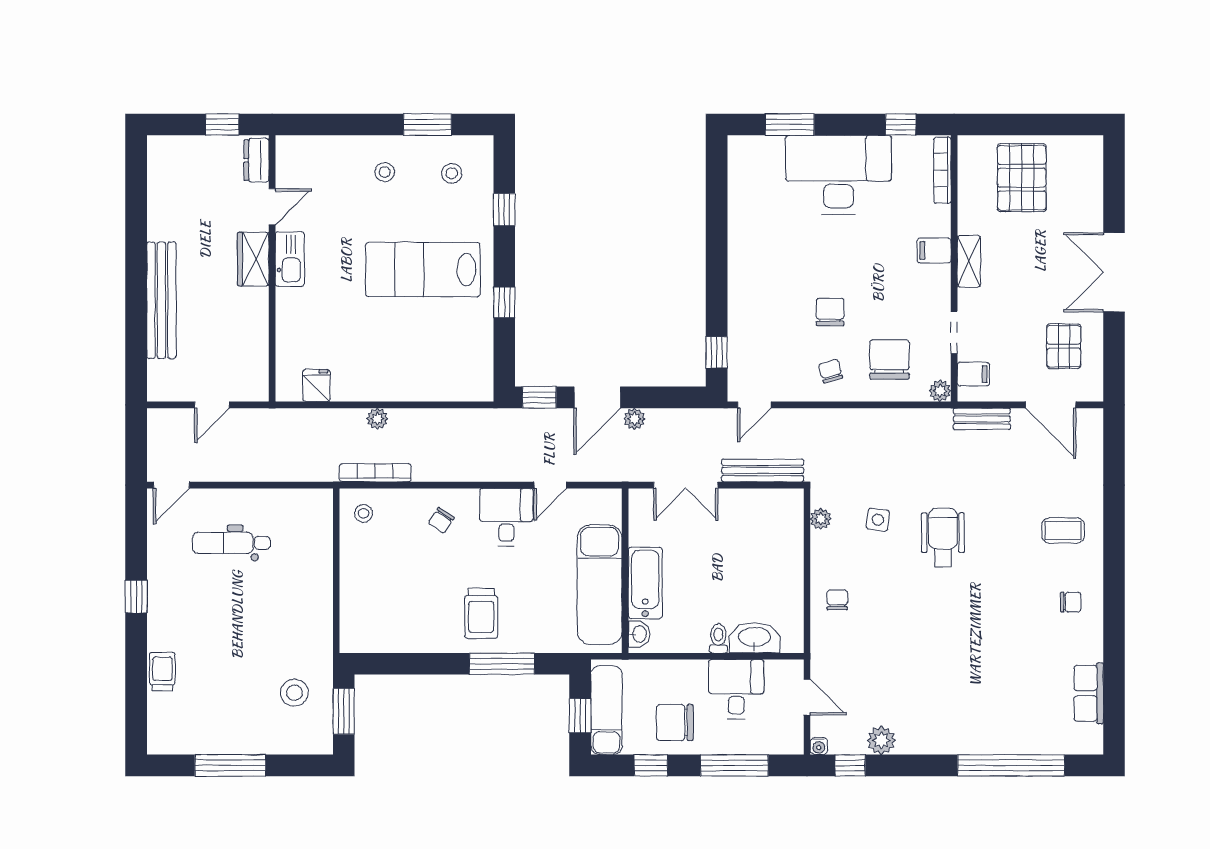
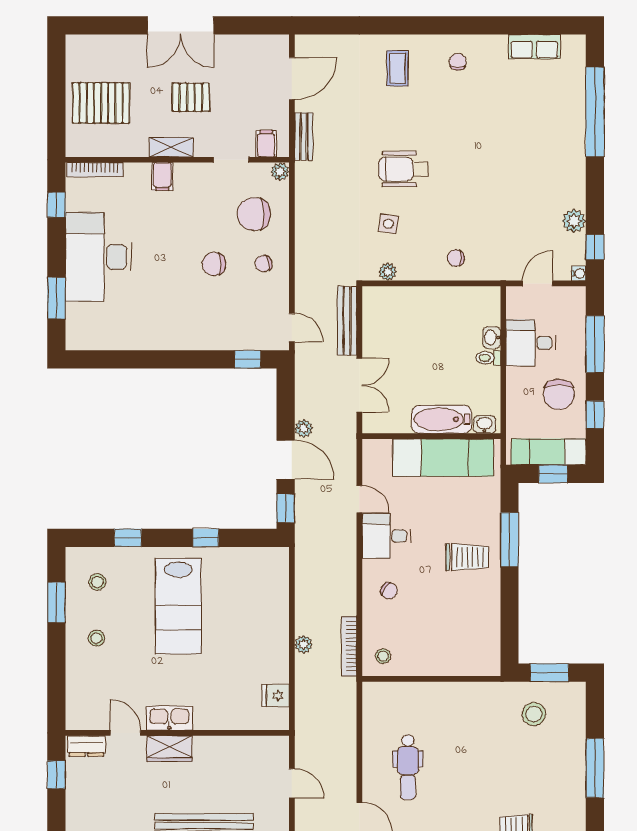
pallet: (1064, 346) -> (191, 97), moved
washbasin: (754, 638) -> (492, 338), width x0.52, depth x0.69

